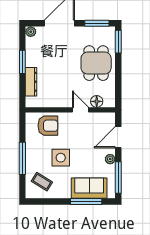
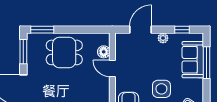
door: (81, 110) -> (112, 68), hinge flipped
door: (118, 137) -> (141, 30), swing flipped
window: (118, 178) -> (182, 30), width x0.46

